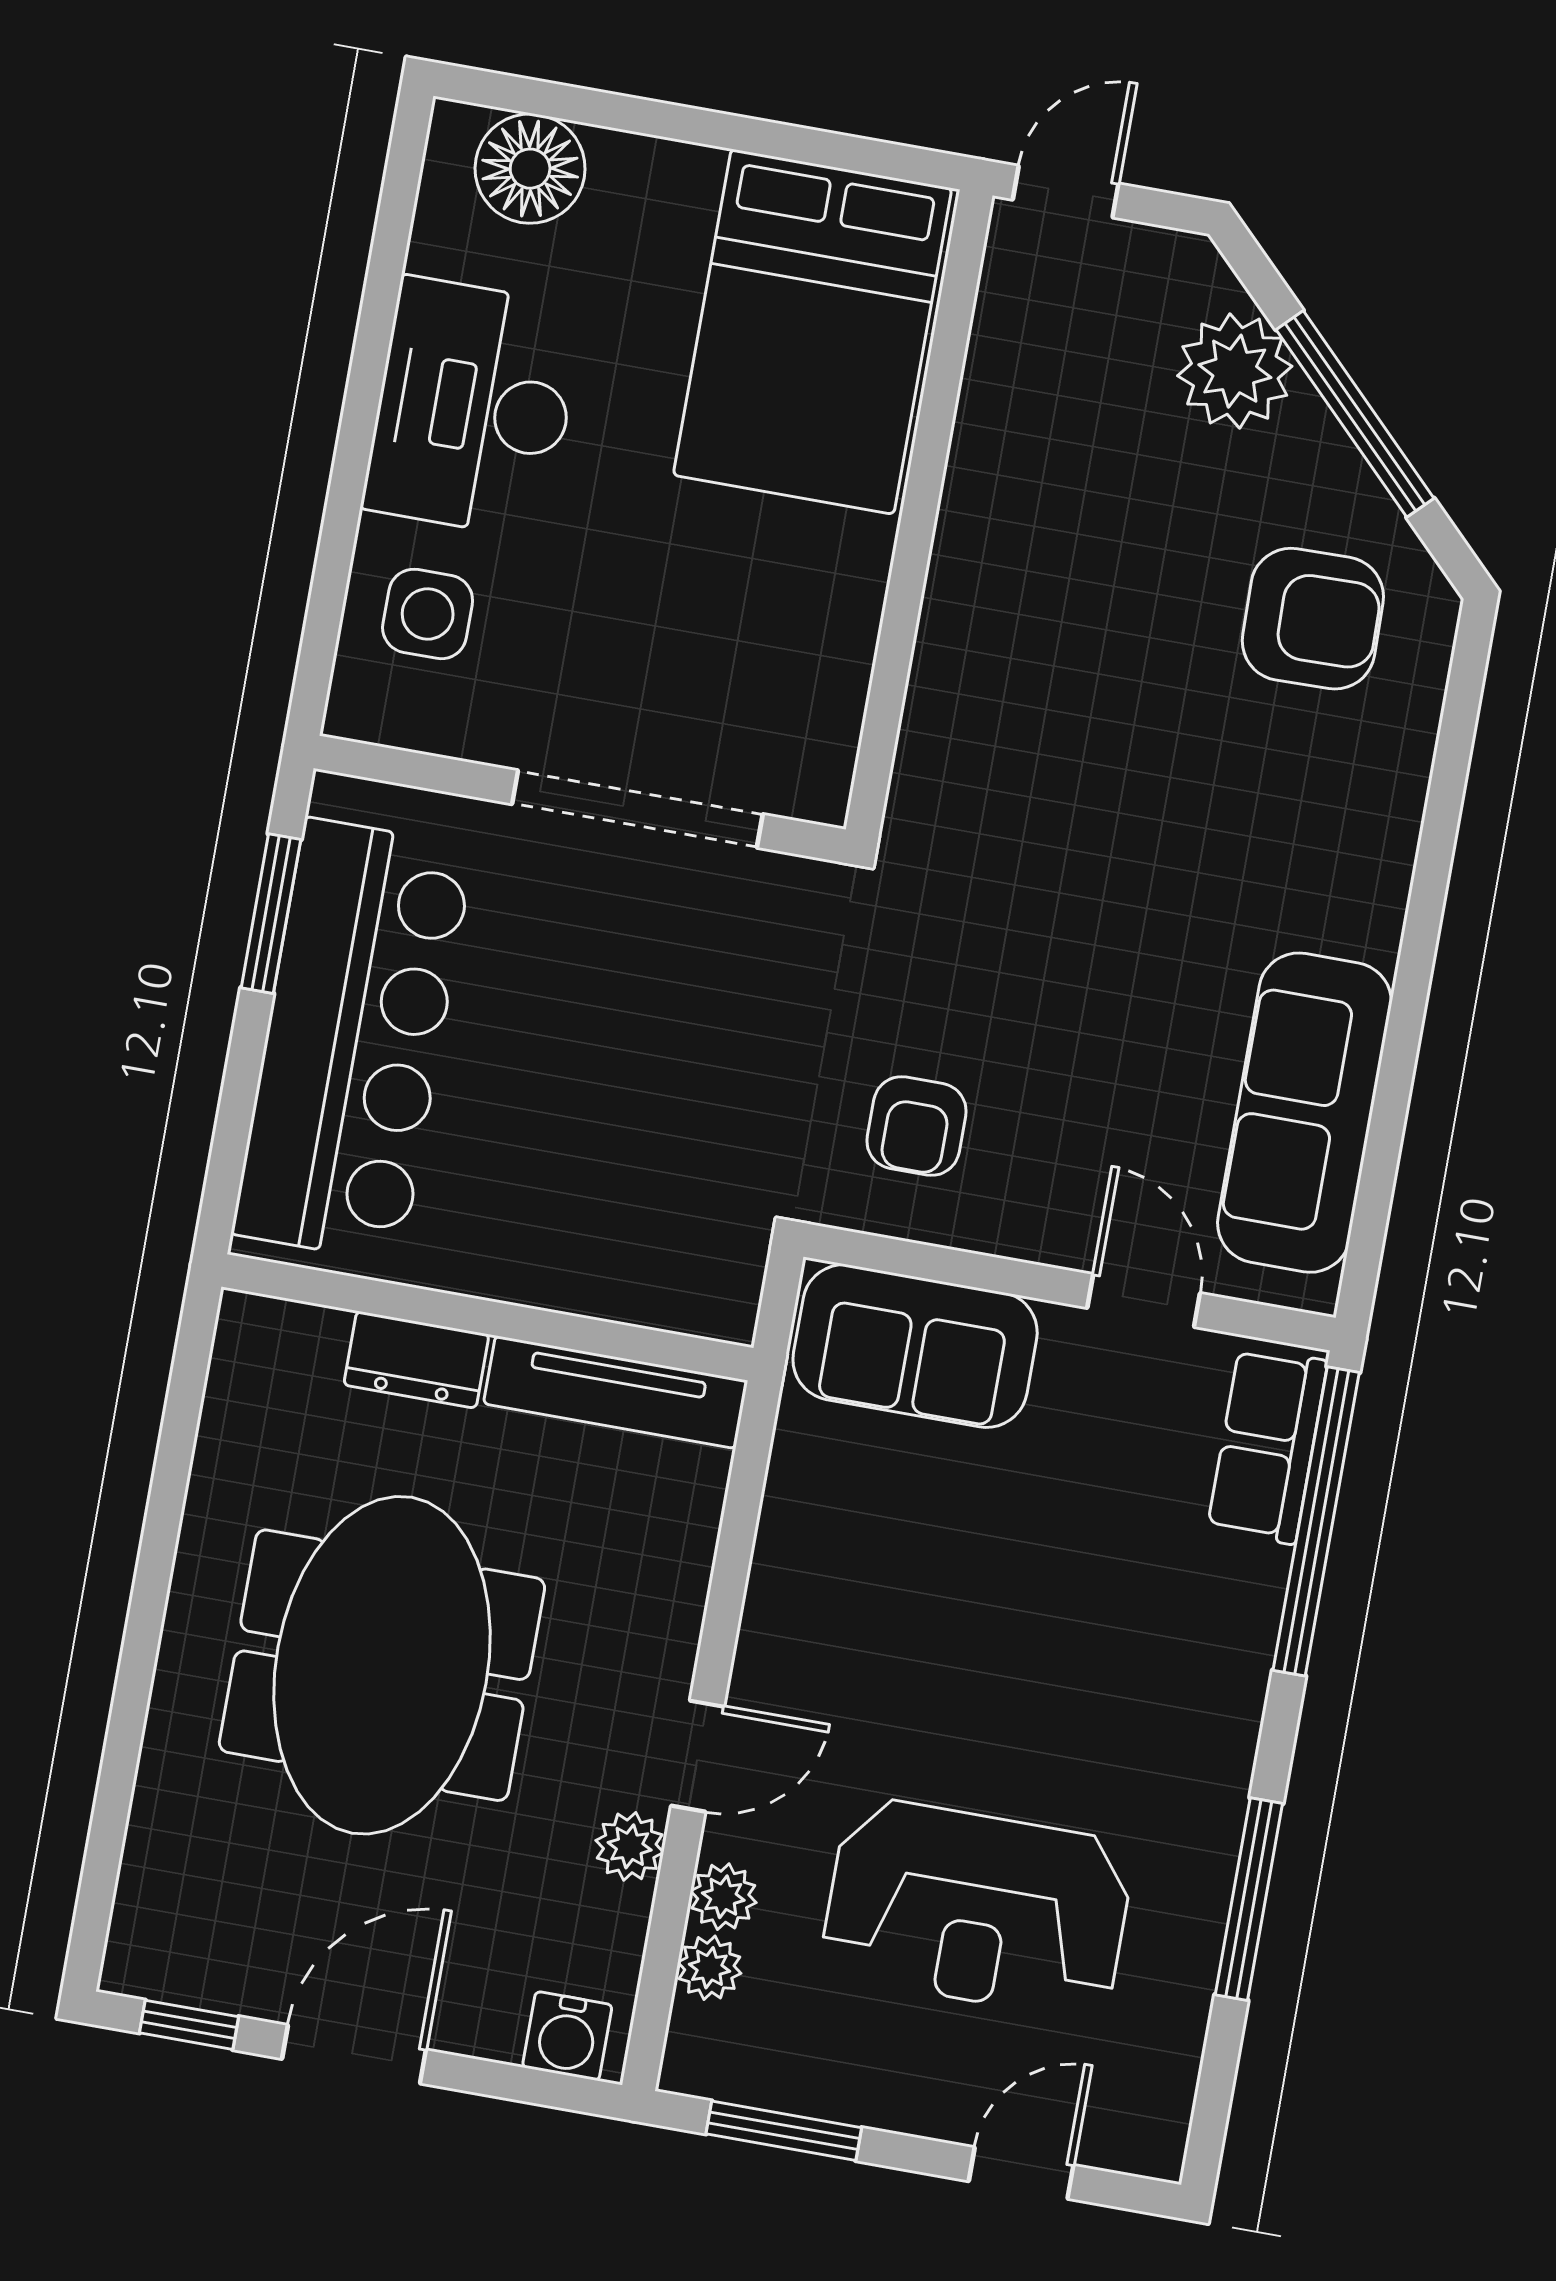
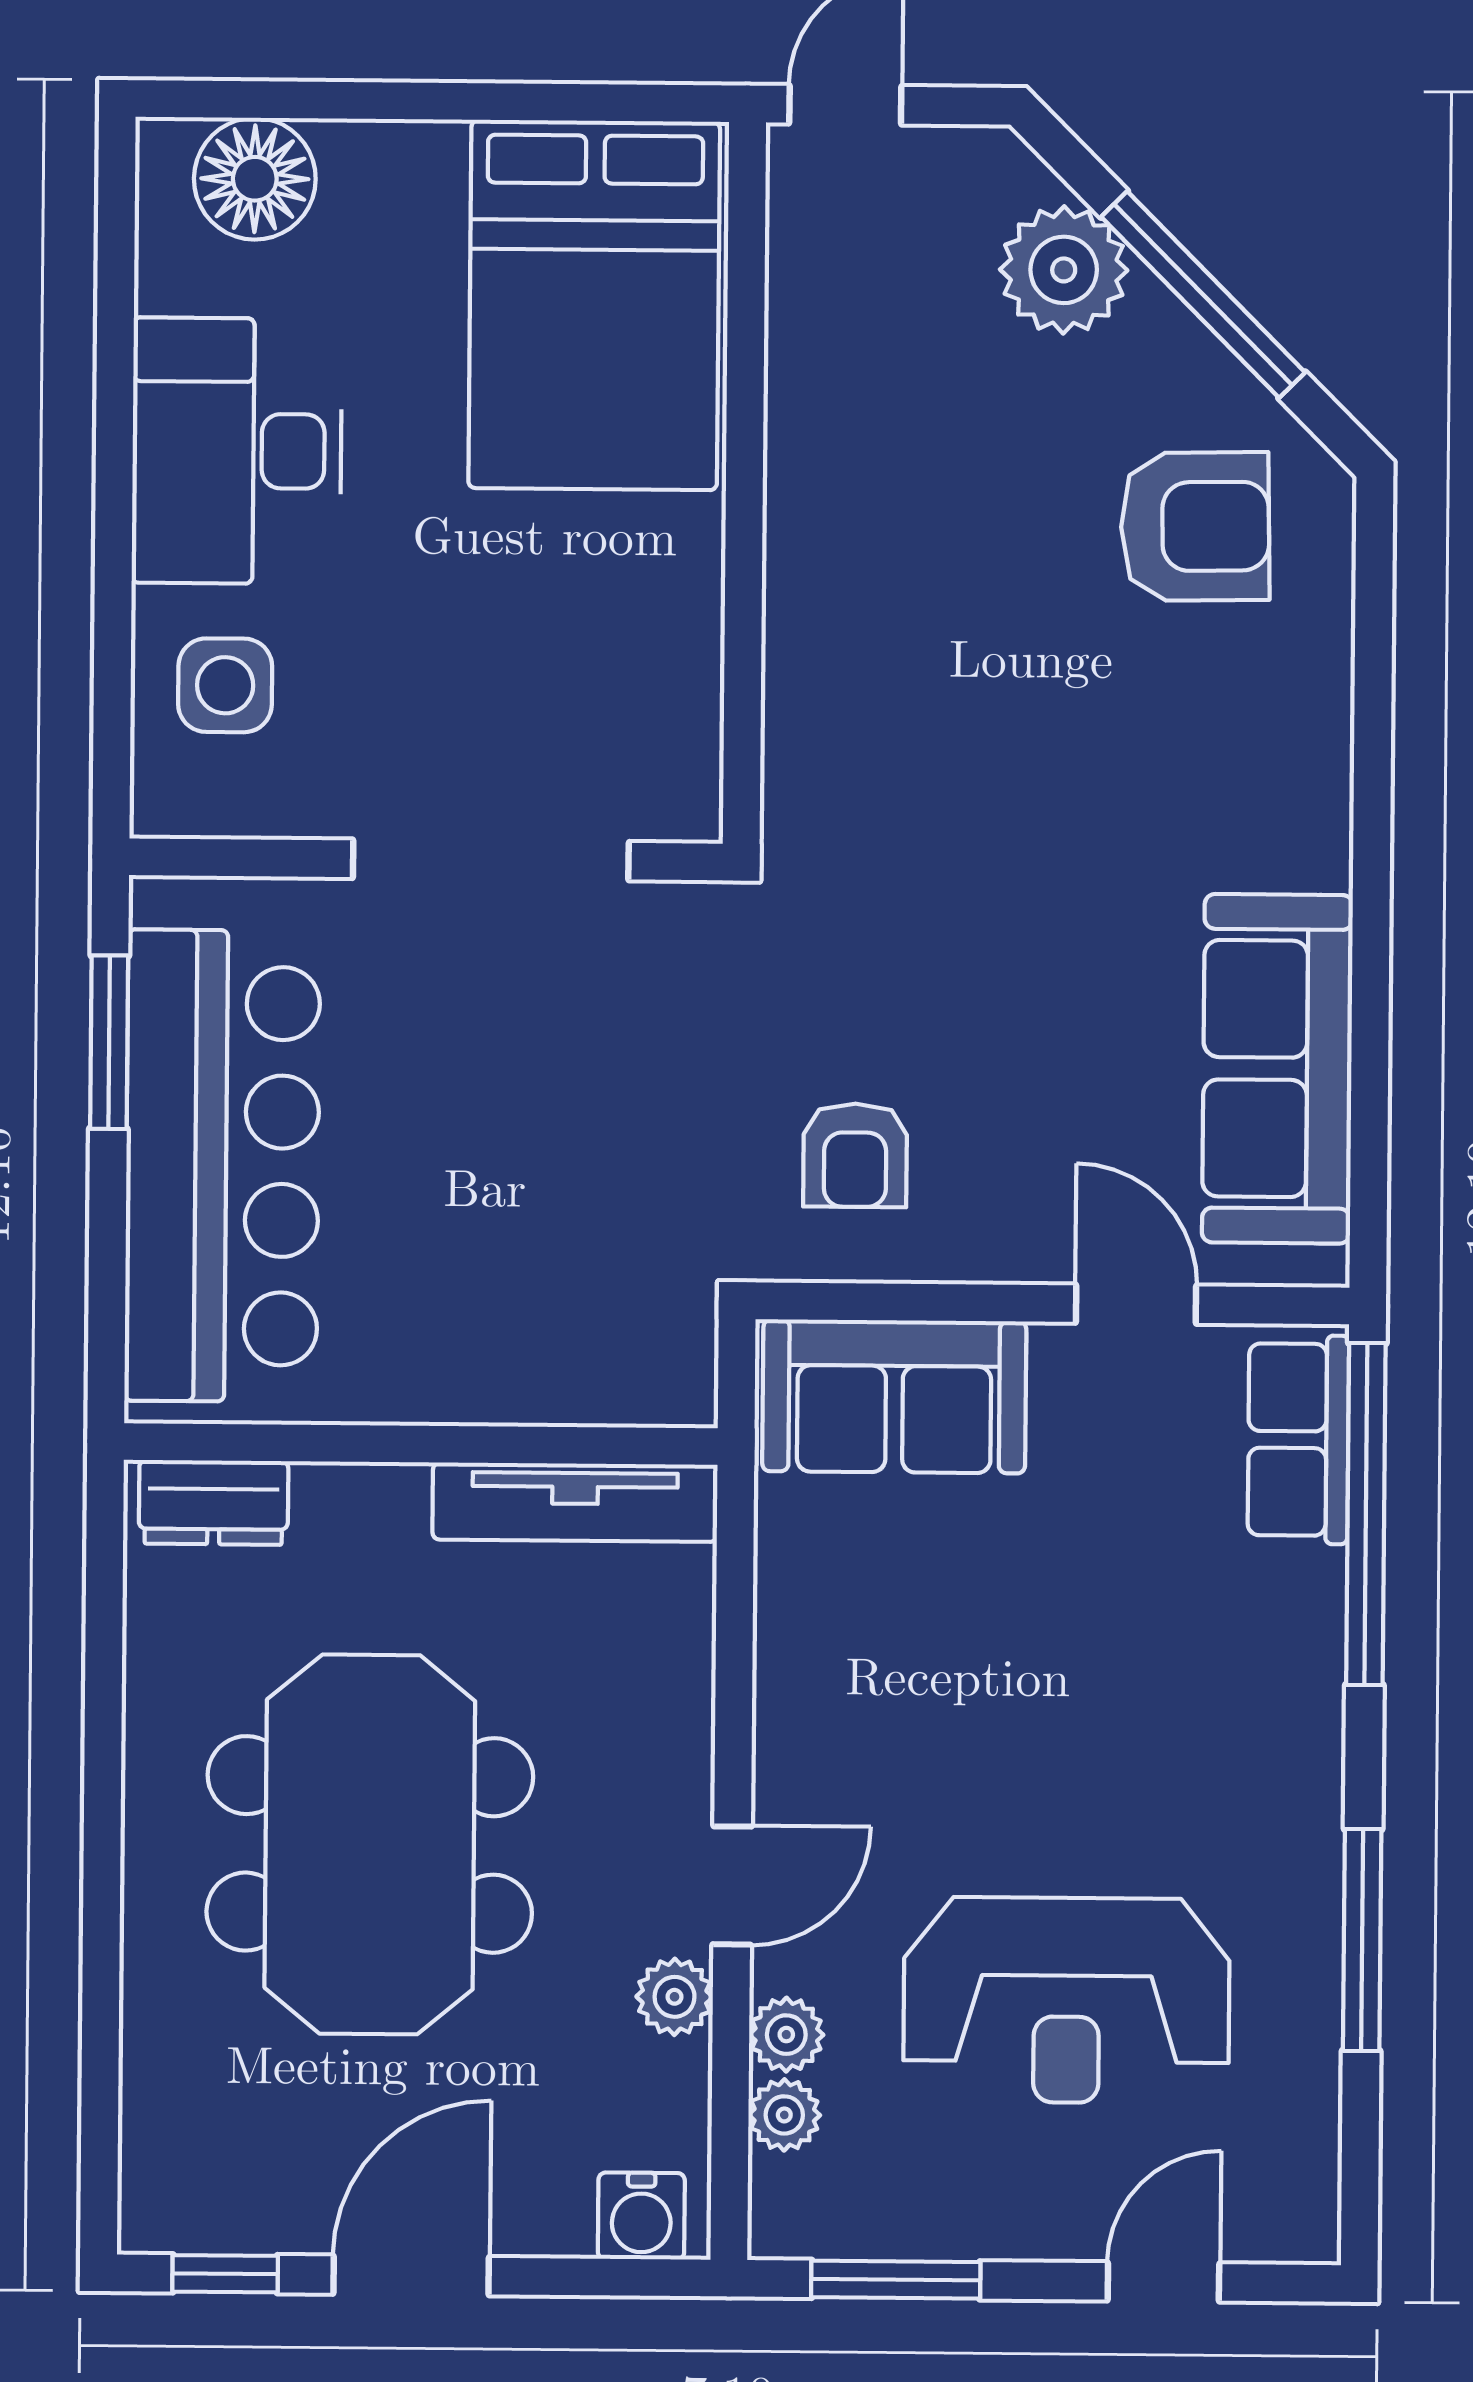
dresser: (416, 1360) -> (213, 1502), moved

